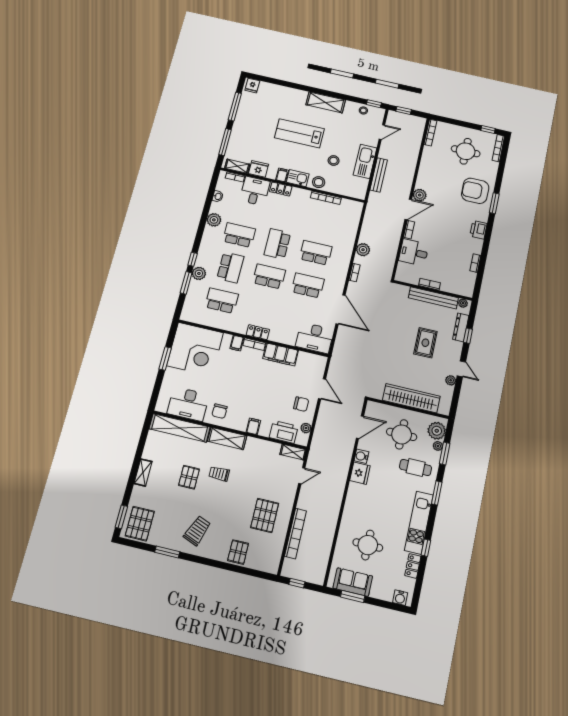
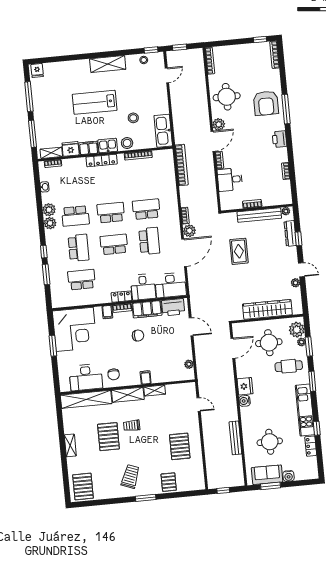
round table: (466, 151) -> (227, 97), moved
kitchen sink: (365, 161) -> (163, 131), moved
filing cabinet: (282, 175) -> (89, 148), width x2.00
bench: (379, 175) -> (235, 438), moved
locker: (281, 189) -> (102, 161), width x1.53
desk: (255, 191) -> (143, 287), moved, turned 180
armchair: (475, 191) -> (266, 103), turned -90
window: (494, 203) -> (286, 109), width x1.44
school desk: (239, 235) -> (75, 216), turned 180
school desk: (277, 244) -> (111, 213), turned 90
plant: (363, 250) -> (189, 231), moved
plant: (199, 273) -> (50, 223), moved
school desk: (308, 285) -> (149, 241), turned 90
door: (341, 309) -> (184, 253), hinge flipped
rug: (425, 343) -> (239, 251), moved
chair: (301, 404) -> (138, 336), moved
printer: (284, 432) -> (173, 307), moved, turned 180
shelving: (293, 452) -> (155, 391), moved
water cooler: (361, 456) -> (245, 401), moved
door: (302, 476) -> (199, 404), hinge flipped
pallet: (189, 477) -> (108, 437), width x1.50, depth x1.42
window: (121, 517) -> (66, 486), removed
bookcase: (296, 533) -> (182, 165), moved
window: (167, 552) -> (146, 498), moved
water cooler: (400, 598) -> (289, 476), moved

